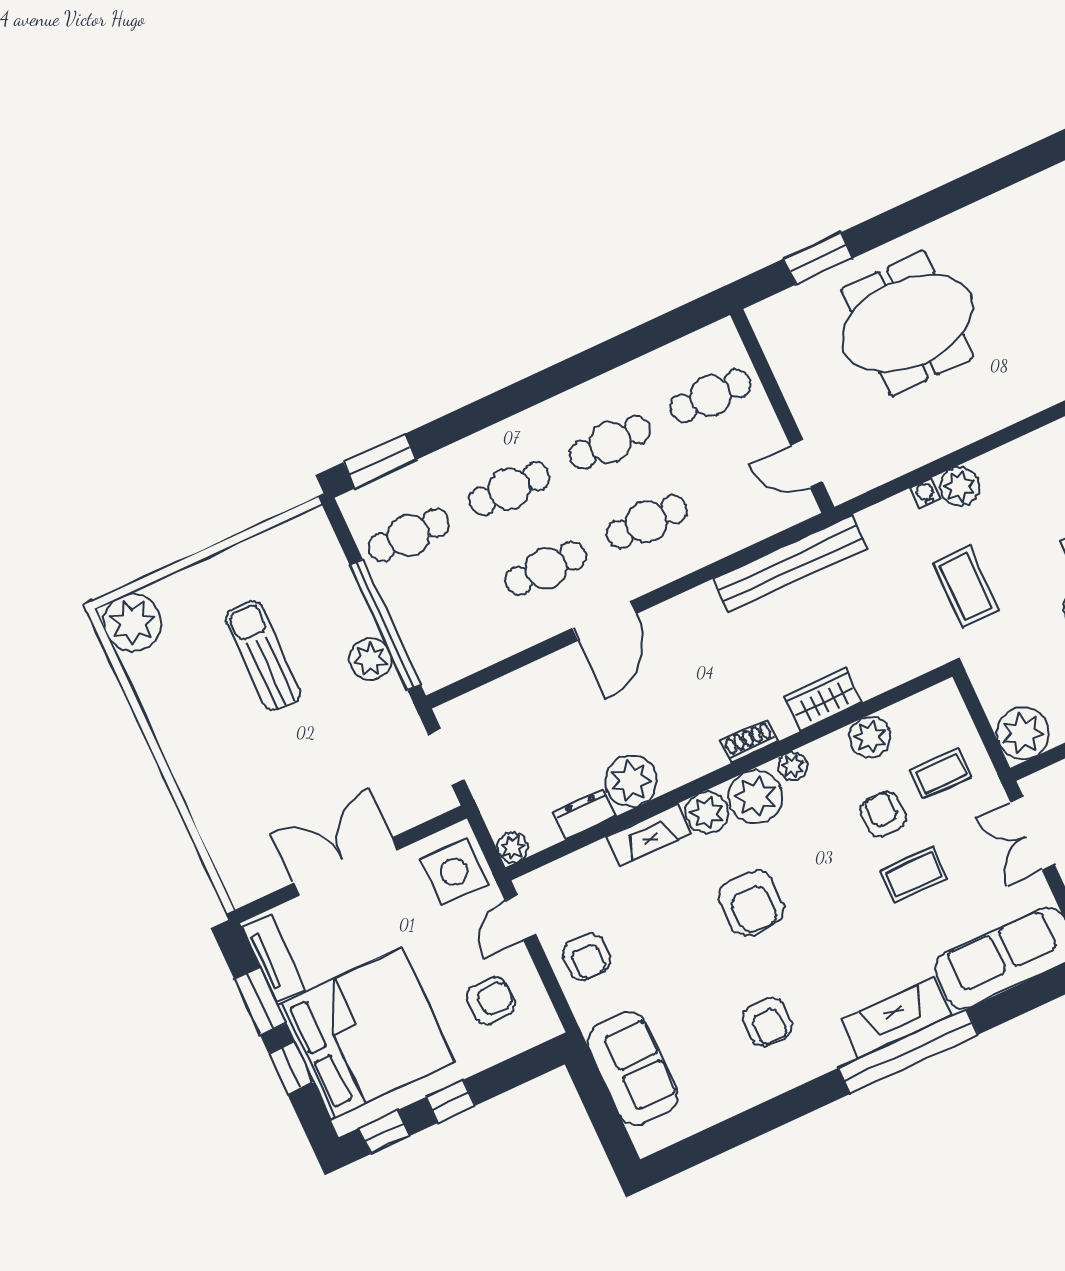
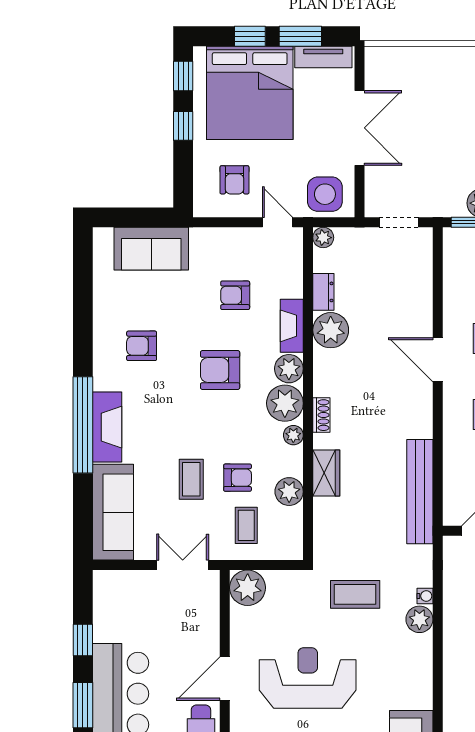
armchair: (586, 957) -> (235, 295), moved

